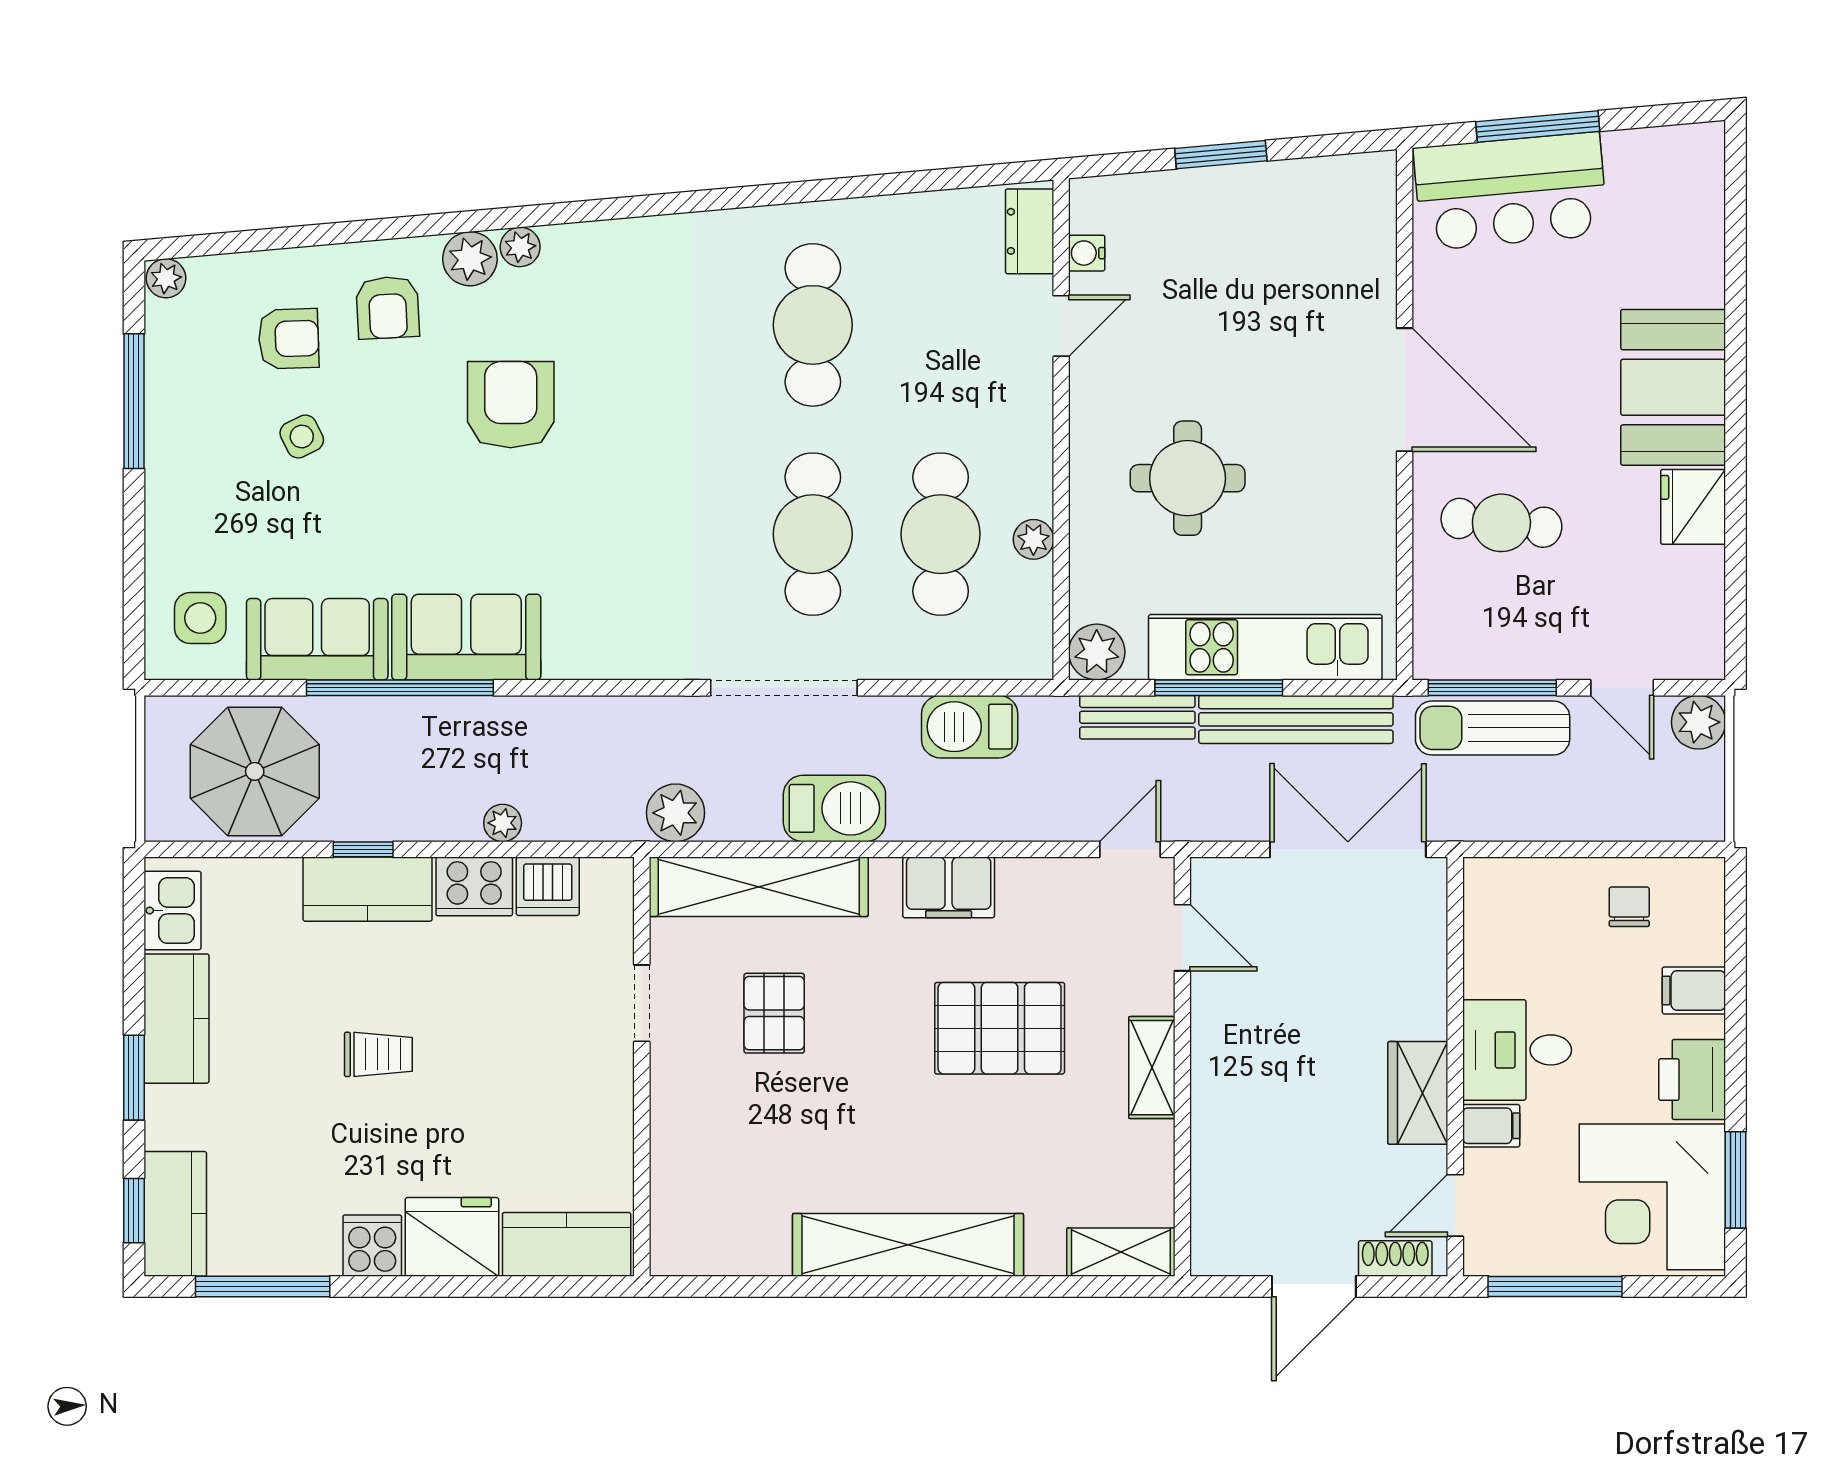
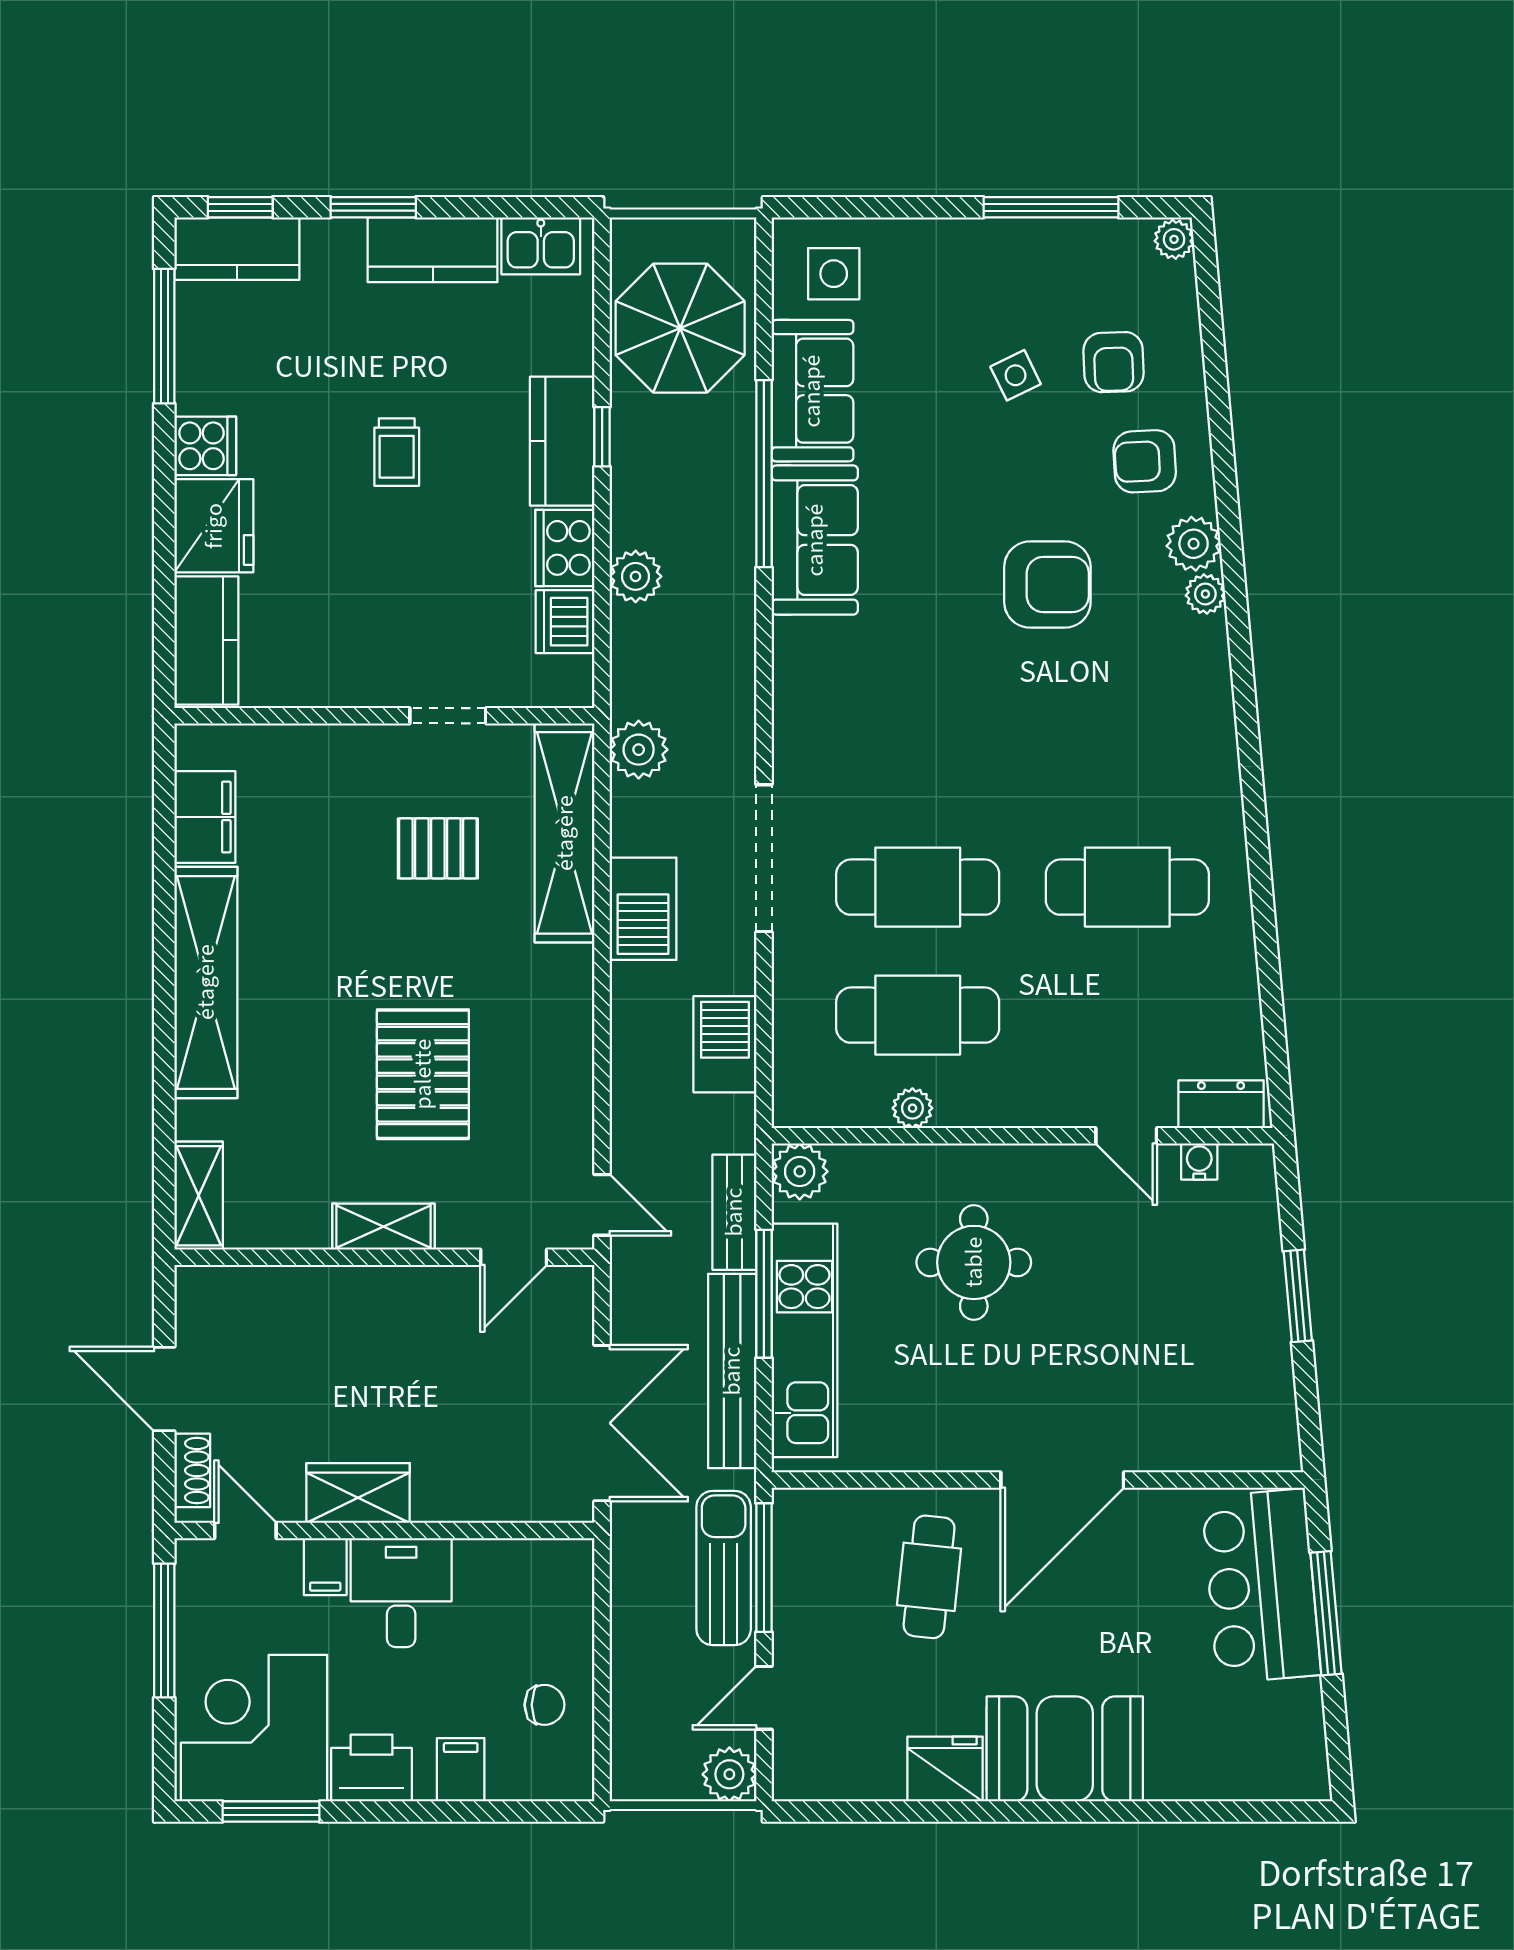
plant: (503, 823) -> (636, 576), width x1.38, depth x1.38
filing cabinet: (949, 887) -> (205, 817), moved, turned 180

